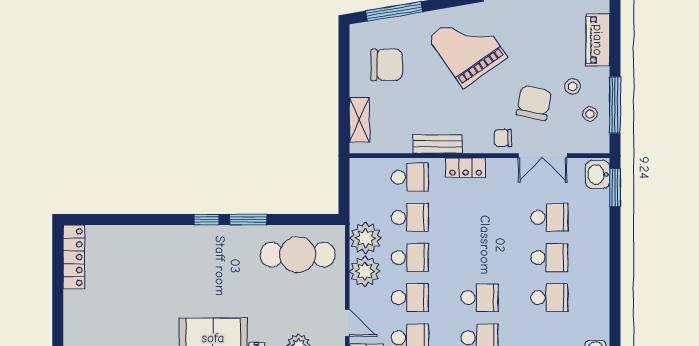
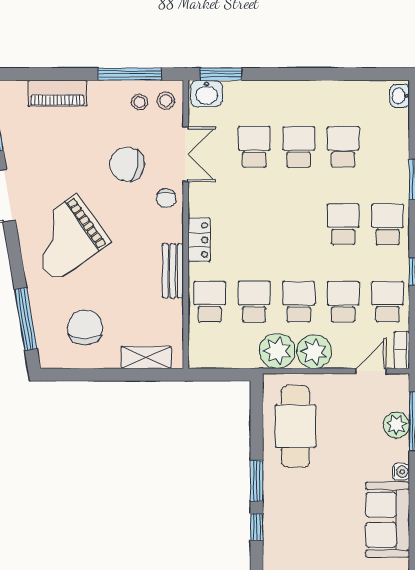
stool: (573, 86) -> (166, 101), moved

